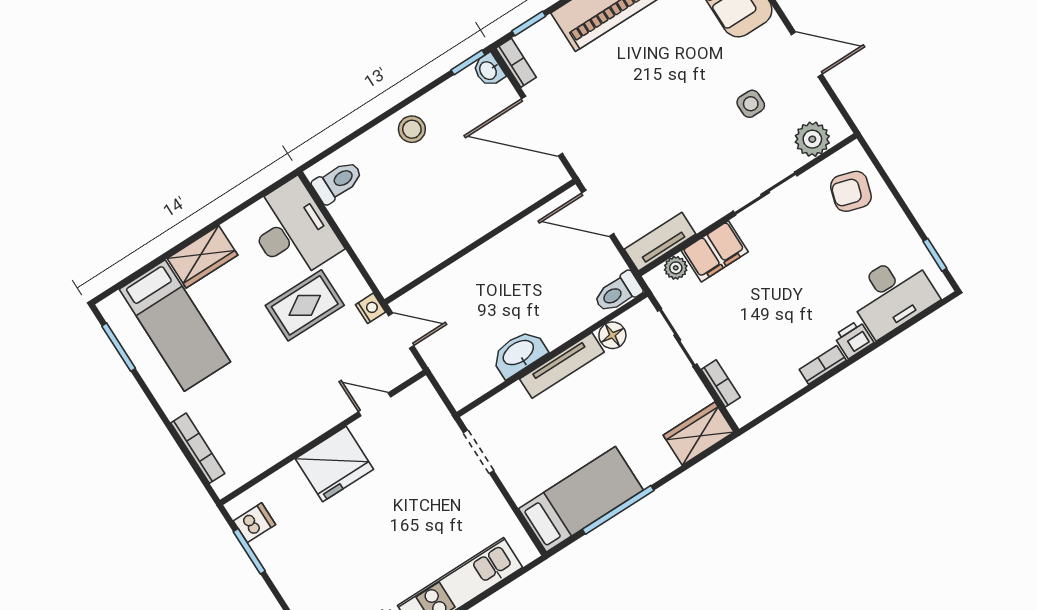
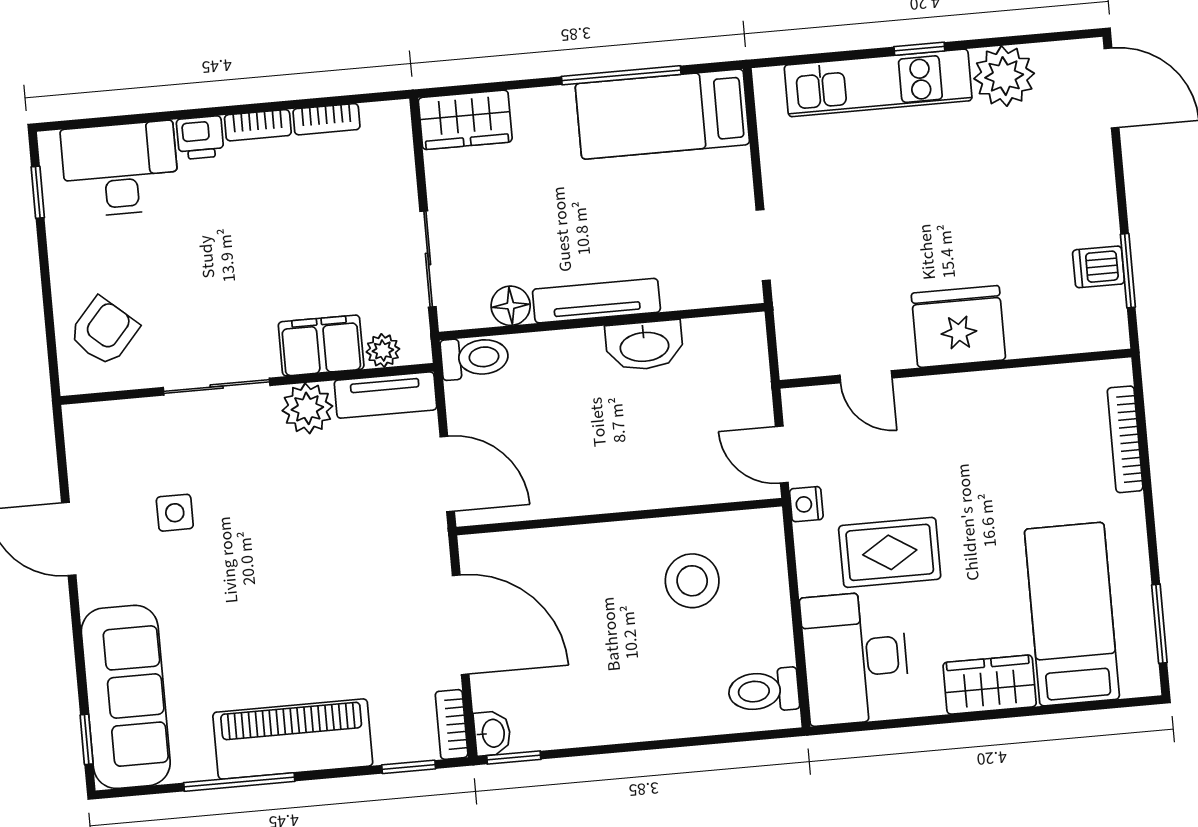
stool: (412, 129) -> (692, 581), moved, width x1.38, depth x1.38
plant: (812, 139) -> (307, 408), moved
armchair: (851, 191) -> (104, 331), turned -66
bookcase: (721, 383) -> (326, 119), moved, turned -90
dishwasher: (254, 523) -> (1098, 267), moved

